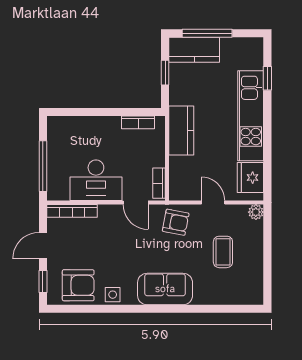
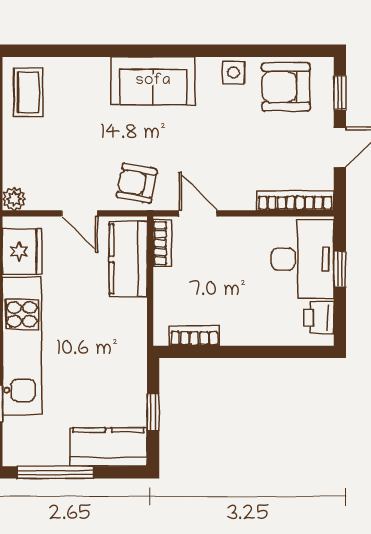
window: (207, 33) -> (55, 472), moved
kitchen counter: (181, 130) -> (128, 259), moved
printer: (57, 134) -> (319, 318), added
window: (43, 166) -> (340, 269), width x0.46
desk: (96, 180) -> (303, 259), moved, turned 90
coffee table: (223, 252) -> (28, 92), moved

